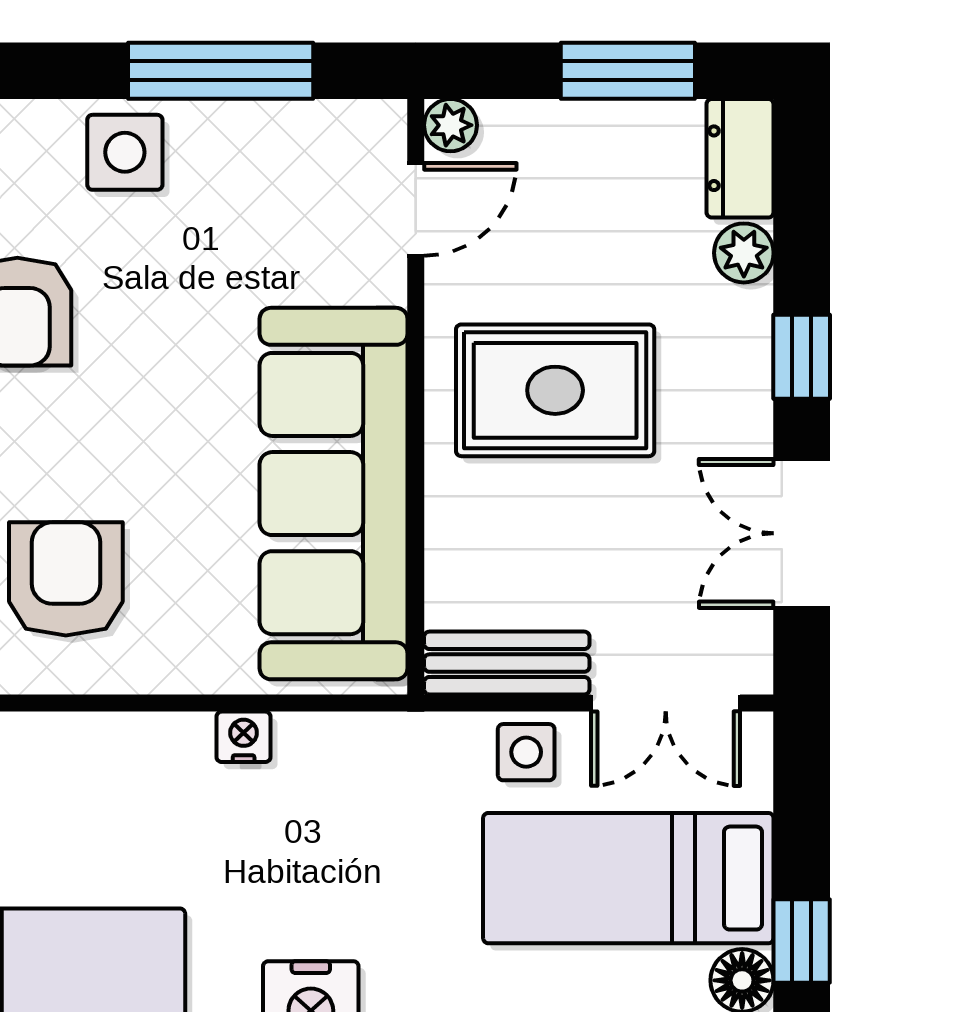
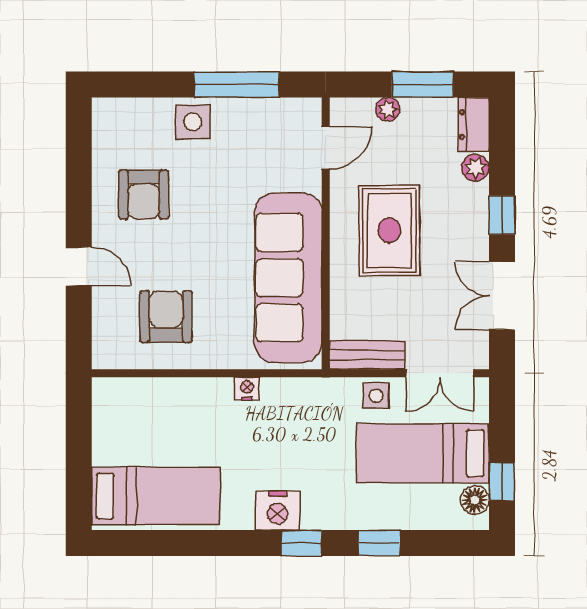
plant: (451, 125) -> (388, 109), moved
rug: (555, 390) -> (389, 230), turned 90

